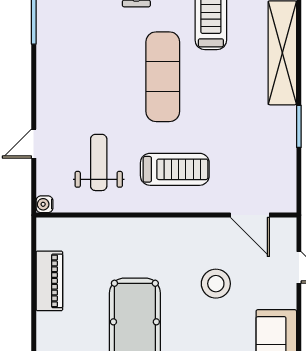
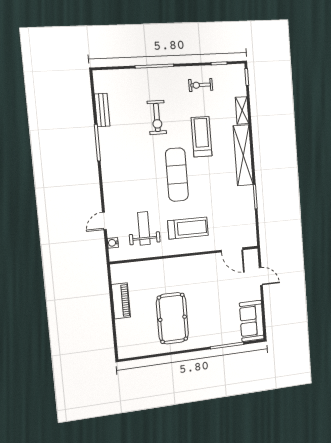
water cooler: (44, 204) -> (113, 243), moved
stool: (216, 284) -> (216, 291), removed

